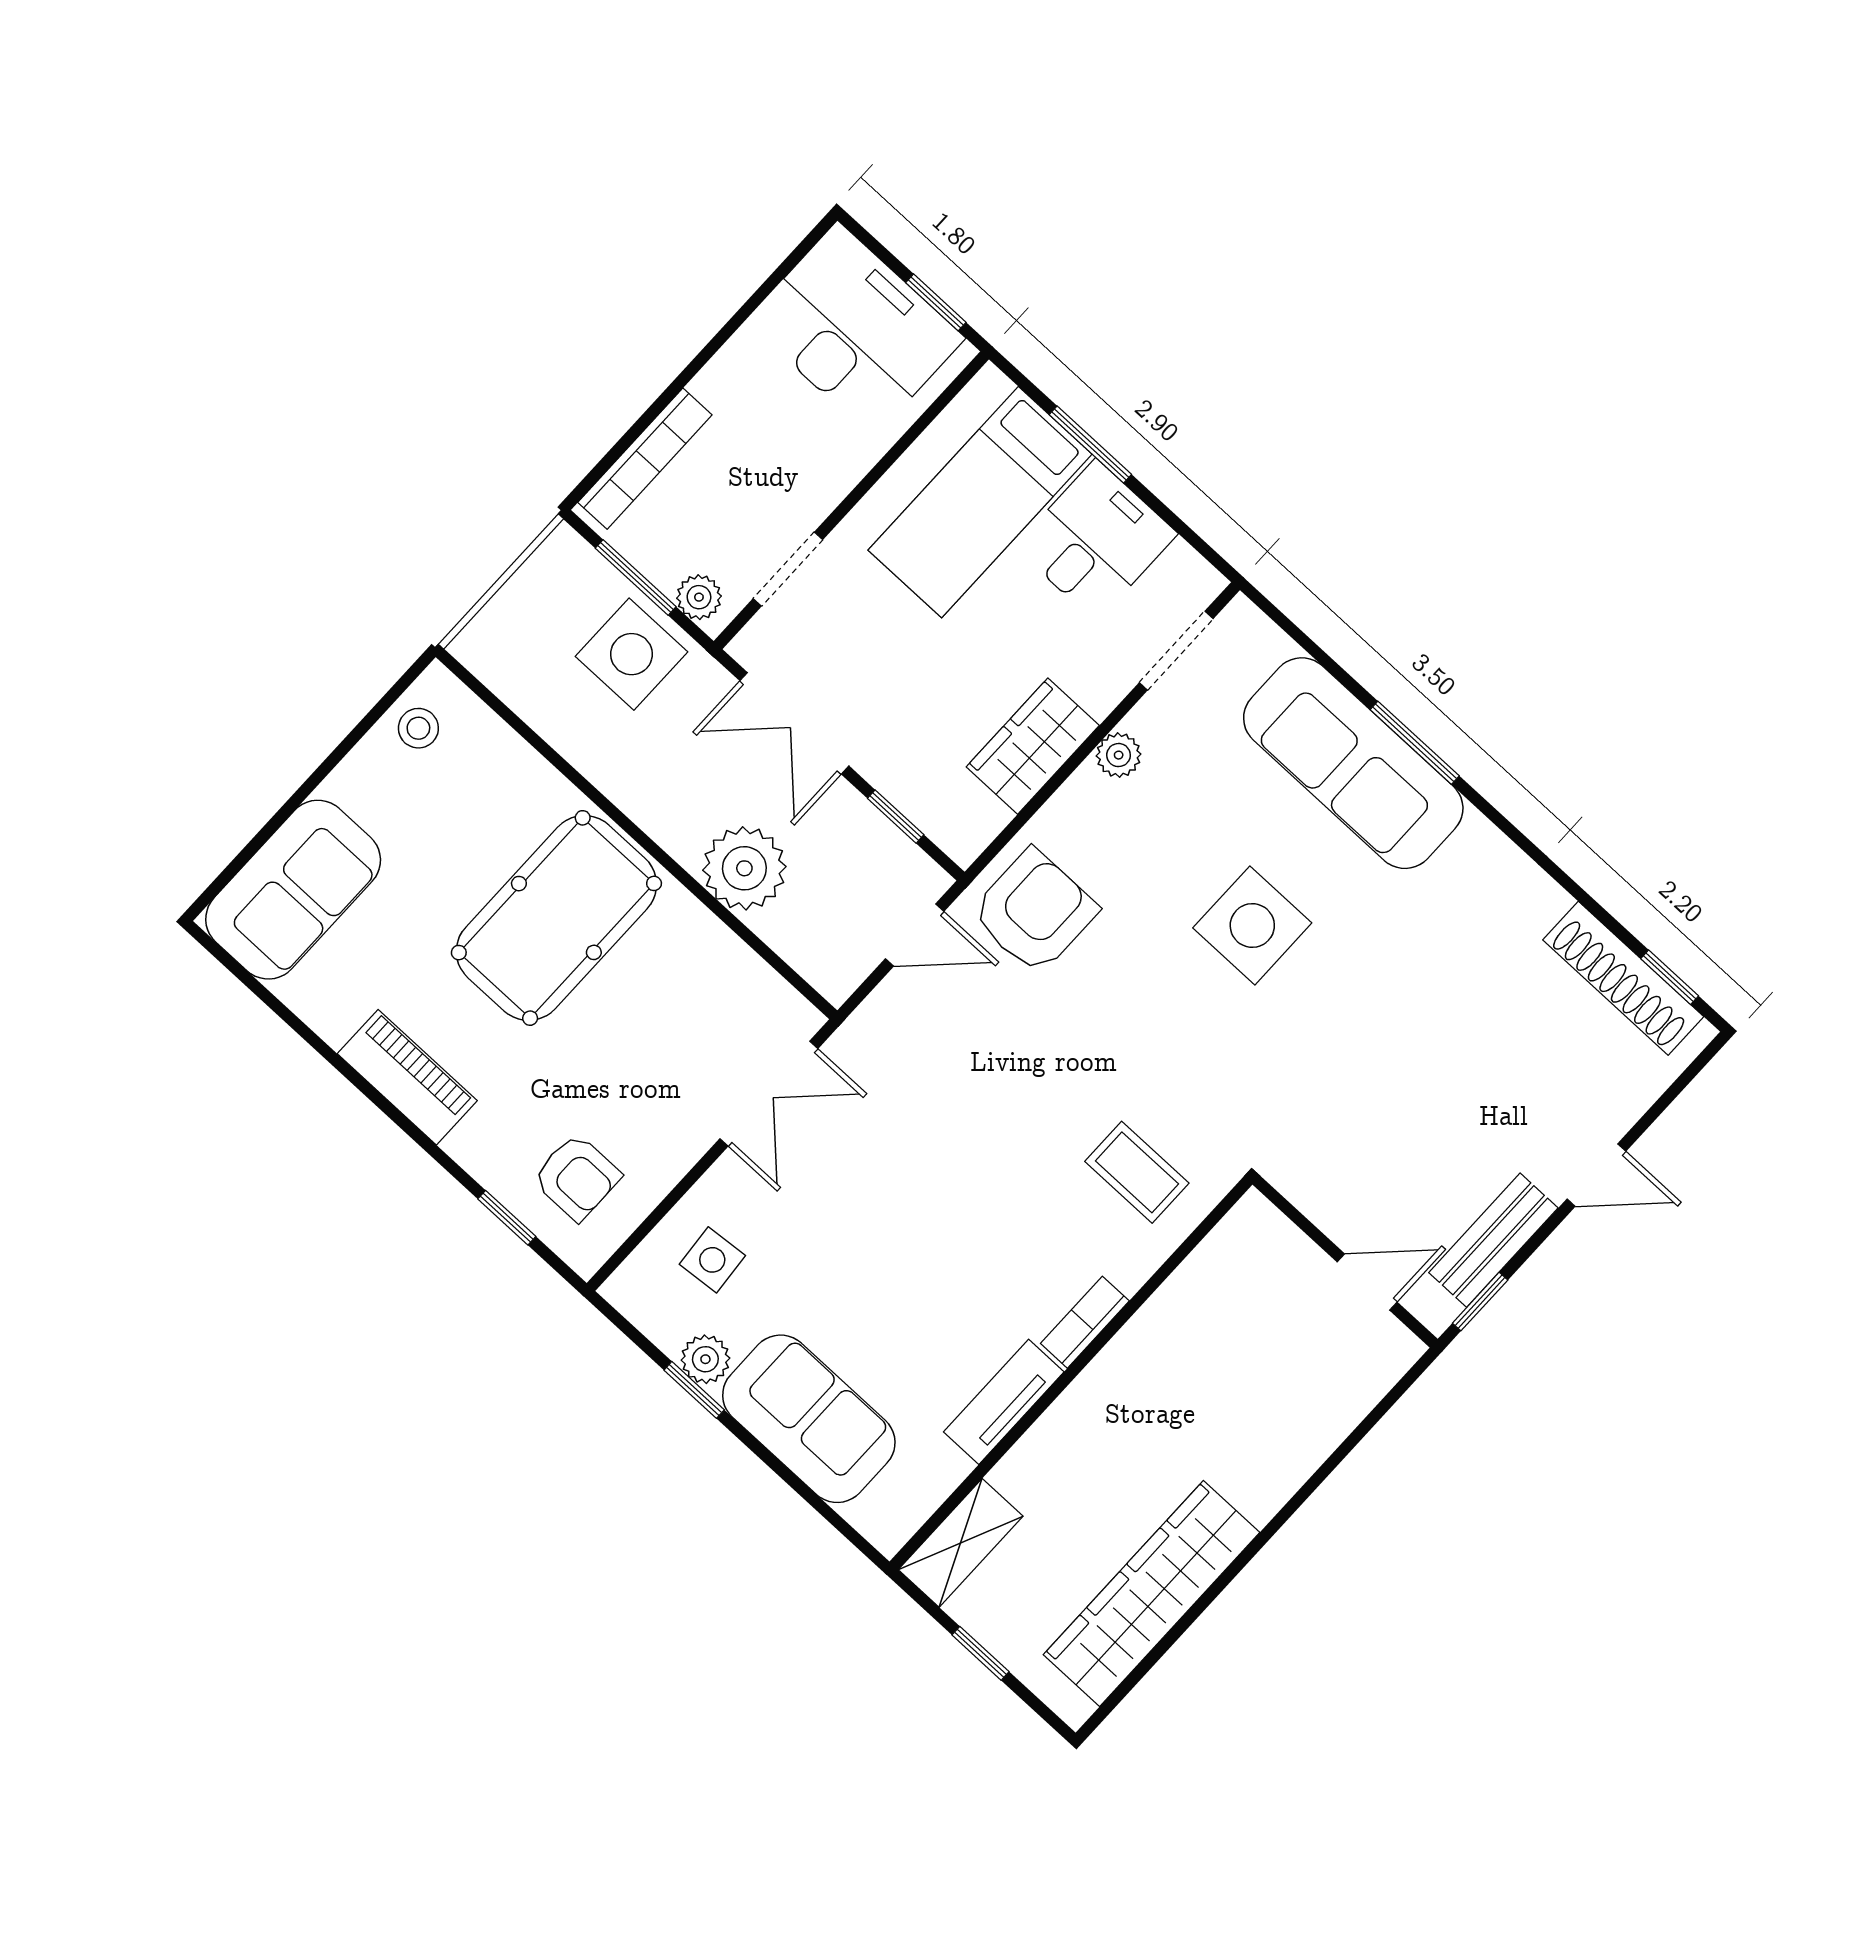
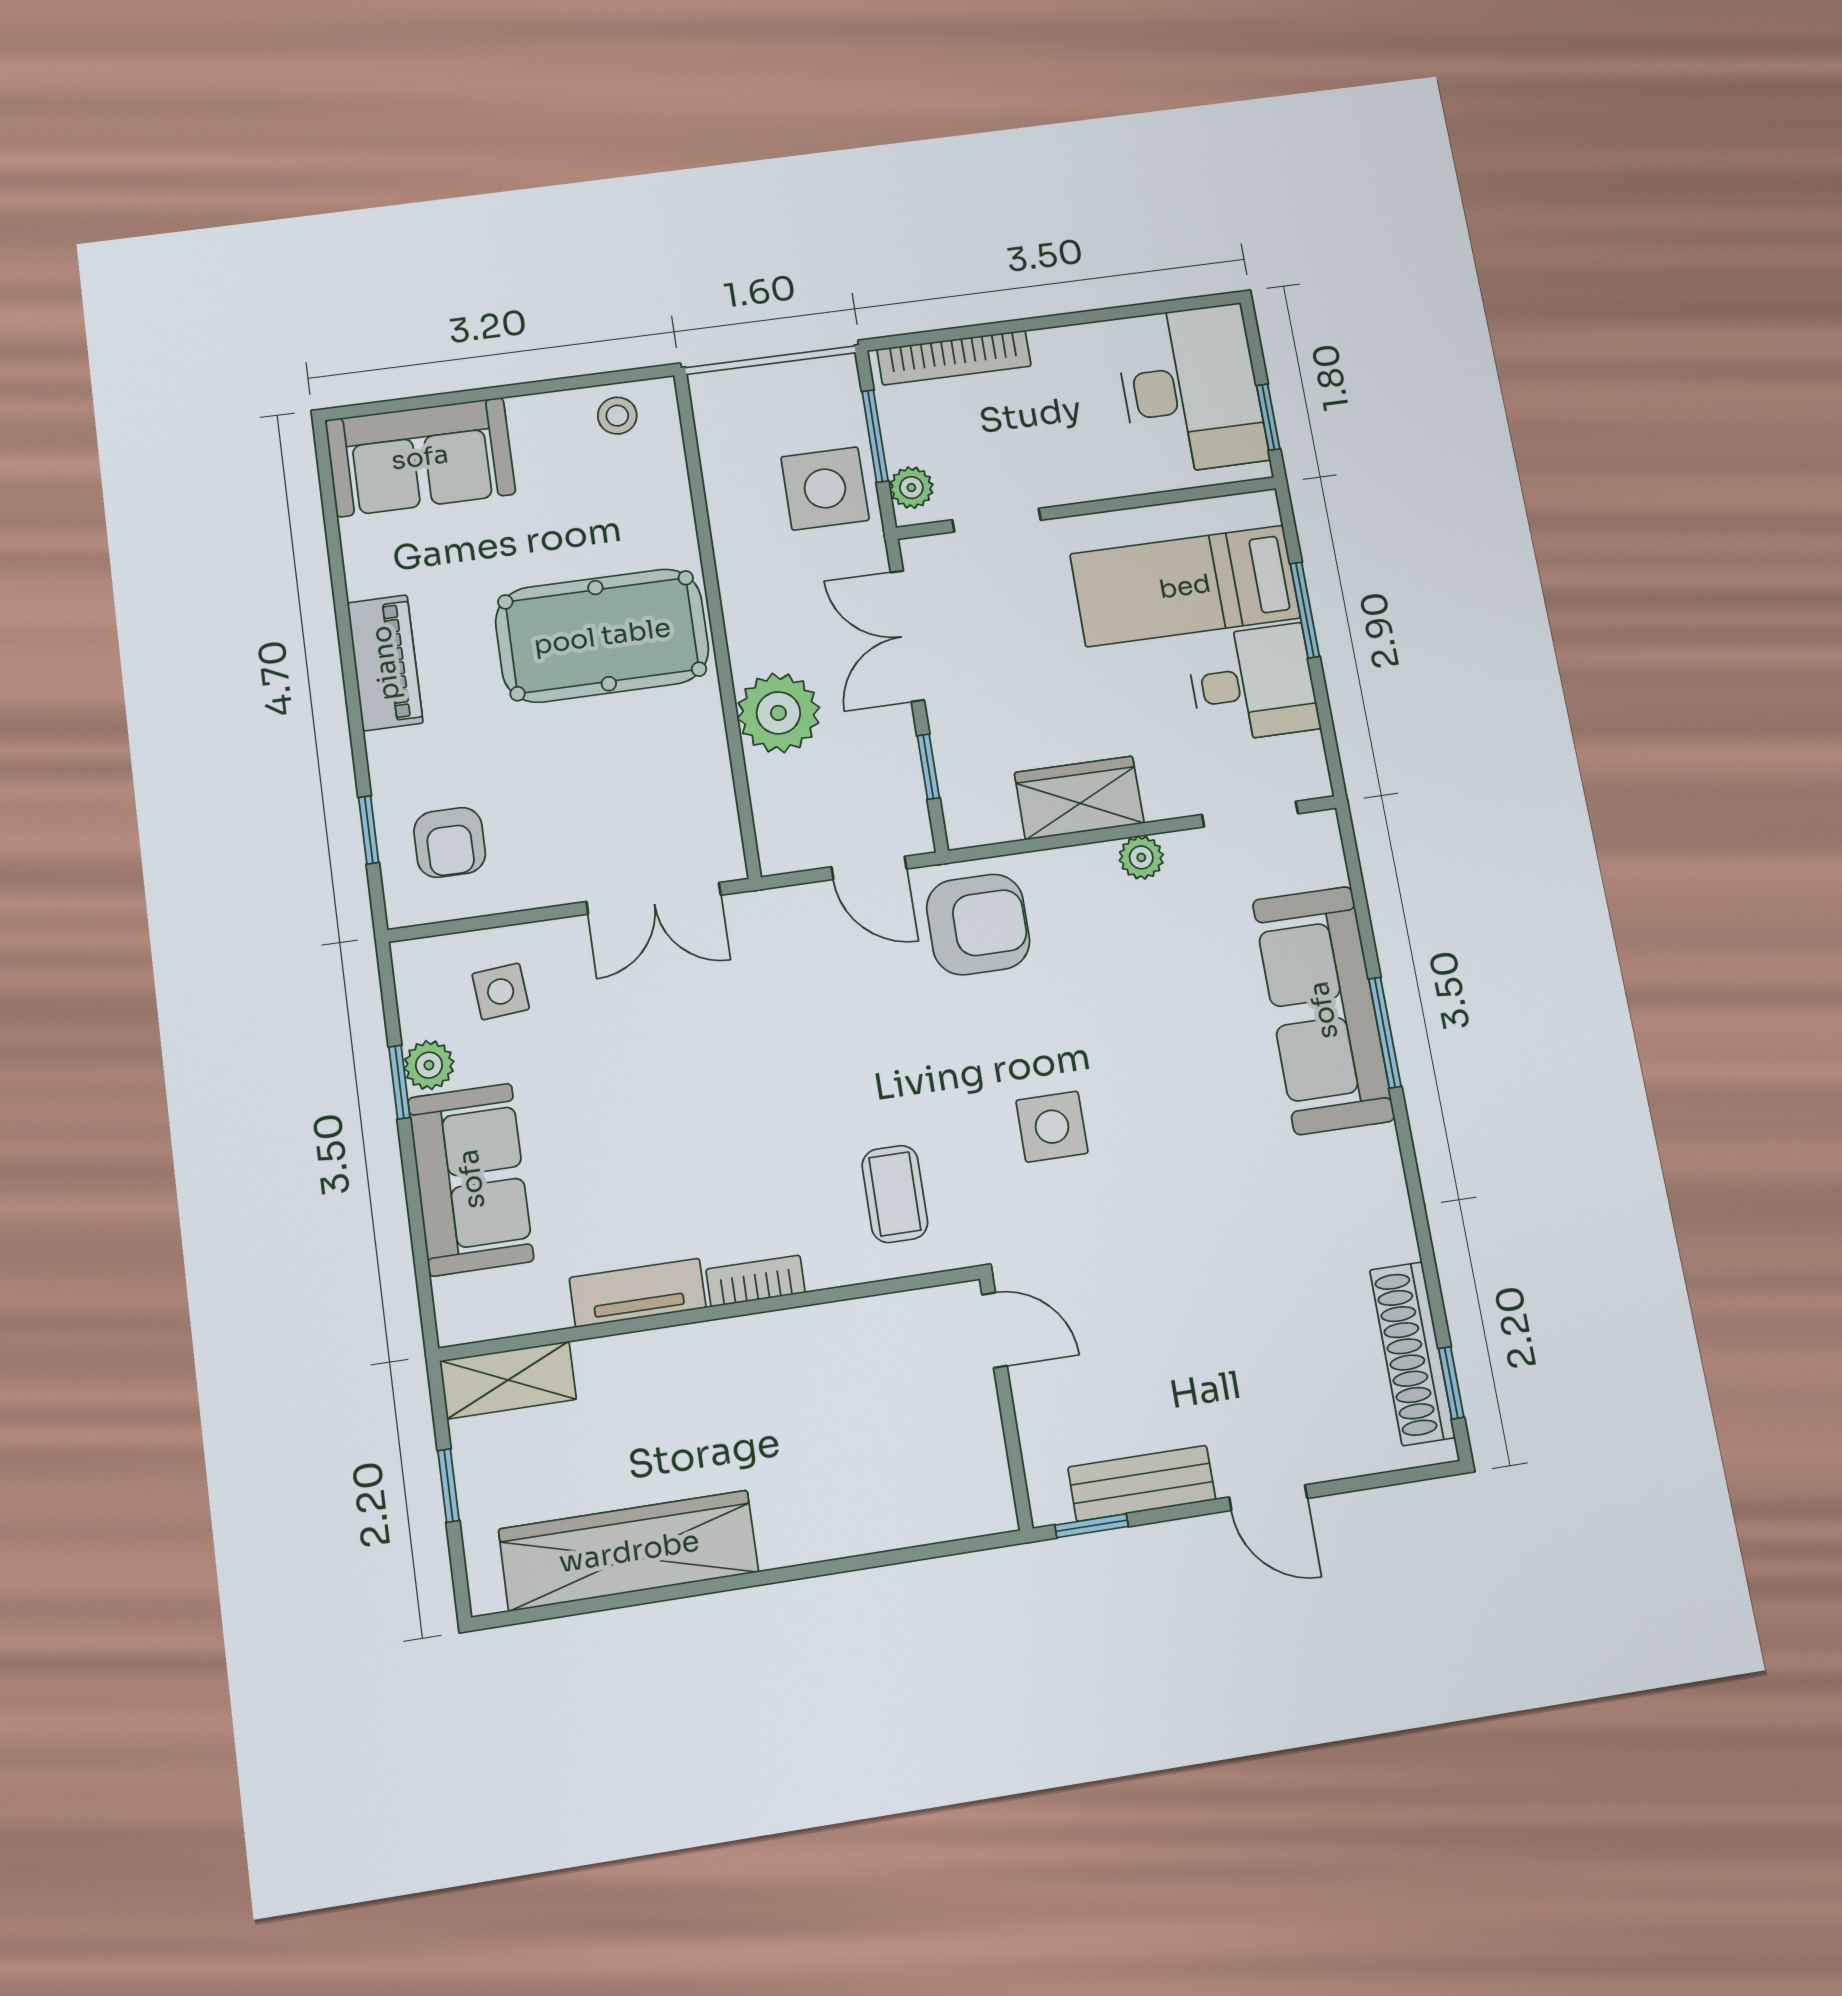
side table: (1252, 925) -> (1052, 1127), moved, width x0.73, depth x0.73
door: (1367, 1282) -> (995, 1330), moved

